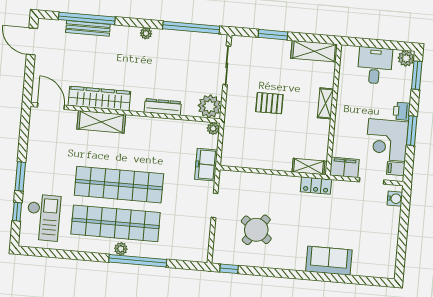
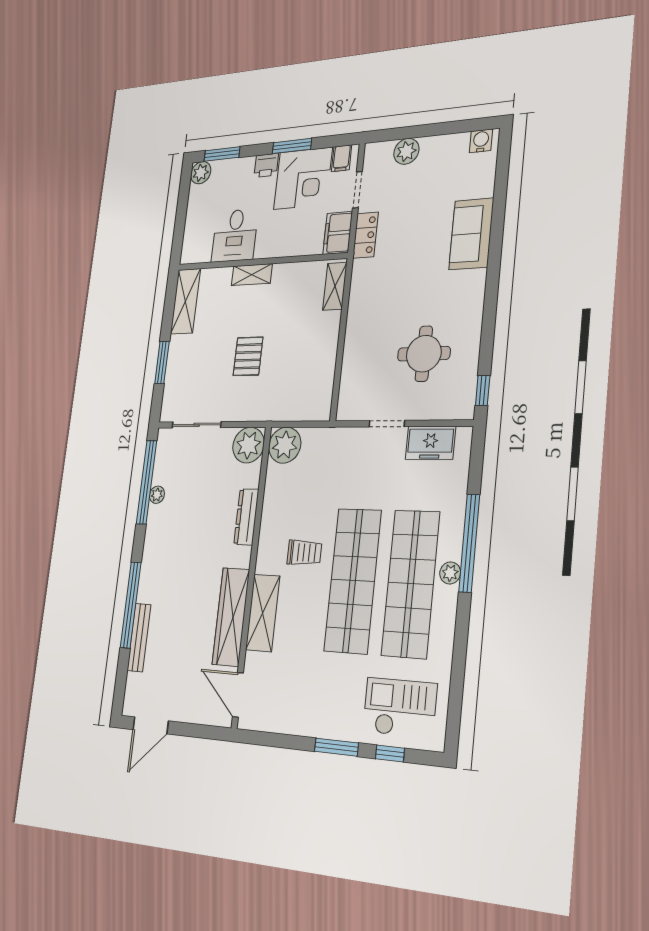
window: (87, 18) -> (131, 605), moved
plant: (146, 33) -> (157, 495), moved
desk: (375, 65) -> (235, 235), moved, turned -90
door: (51, 106) -> (238, 695), hinge flipped
plant: (213, 128) -> (285, 445), width x1.87, depth x1.87
trolley: (138, 150) -> (304, 553), added
freezer: (206, 165) -> (430, 443), moved
locker: (316, 186) -> (365, 235), moved
water cooler: (395, 199) -> (481, 141), moved
plant: (392, 216) -> (406, 151), added
round table: (256, 230) -> (424, 354), turned -37

